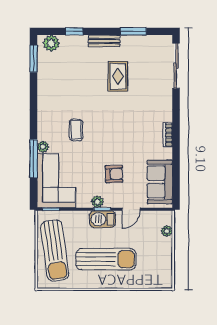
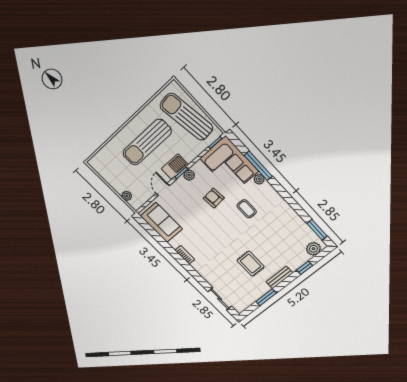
sliding door: (176, 66) -> (220, 299), width x0.73
armchair: (114, 174) -> (214, 198), moved, turned 87

